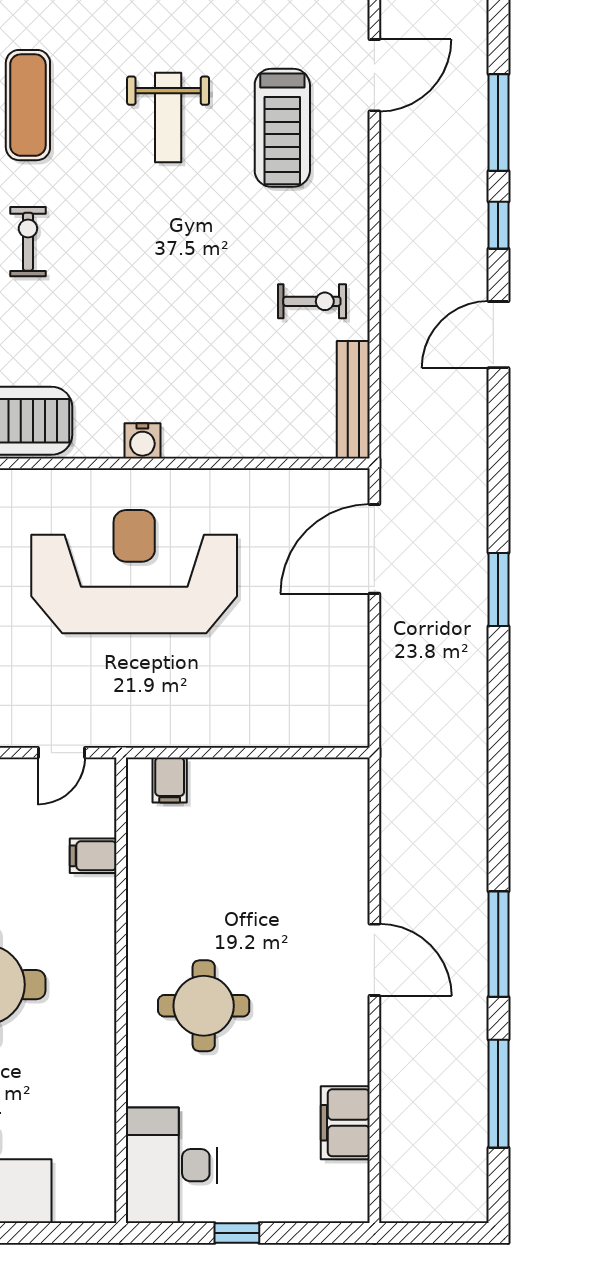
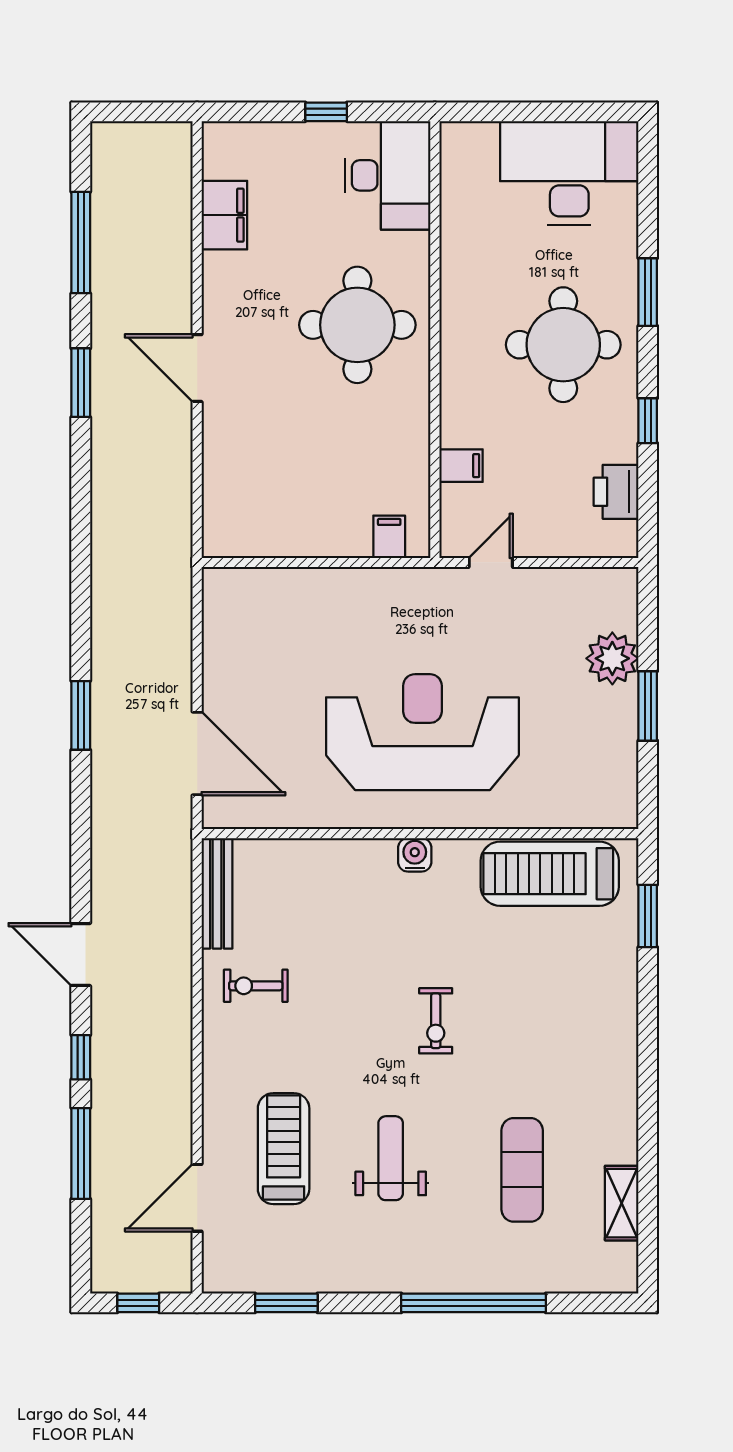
exercise bike: (28, 242) -> (436, 1021), moved
door: (498, 335) -> (81, 954), swing flipped
door: (374, 549) -> (197, 753), hinge flipped
reception desk: (134, 572) -> (422, 732), turned 180
window: (498, 944) -> (81, 383), width x0.69
round table: (204, 1006) -> (357, 325), width x1.36, depth x1.36

